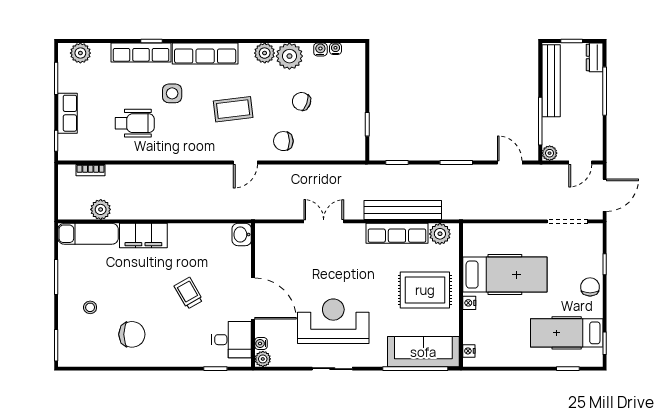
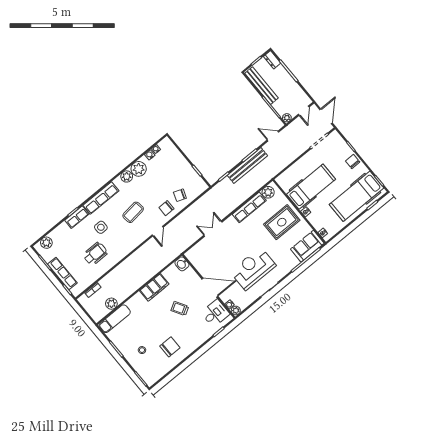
row of seats: (141, 53) -> (77, 217), width x0.68
chair: (302, 101) -> (180, 195), moved
row of seats: (68, 113) -> (62, 274), width x1.48
bench: (403, 210) -> (247, 165), moved
filing cabinet: (143, 236) -> (154, 287), moved
hospital bed: (567, 333) -> (357, 196), width x1.37, depth x1.29
sofa: (423, 352) -> (307, 246), width x0.73

